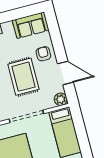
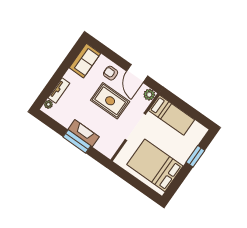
door: (65, 73) -> (137, 74), swing flipped

